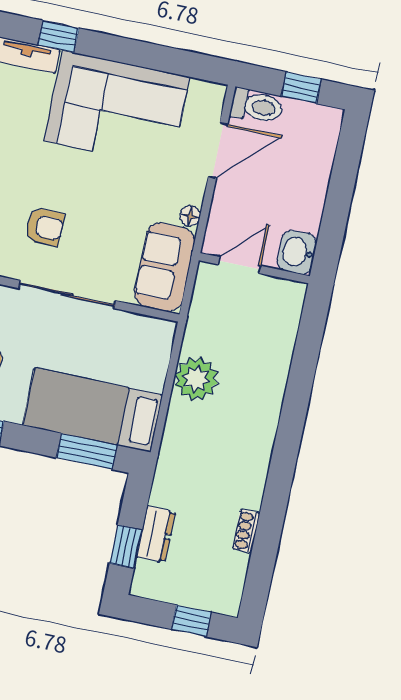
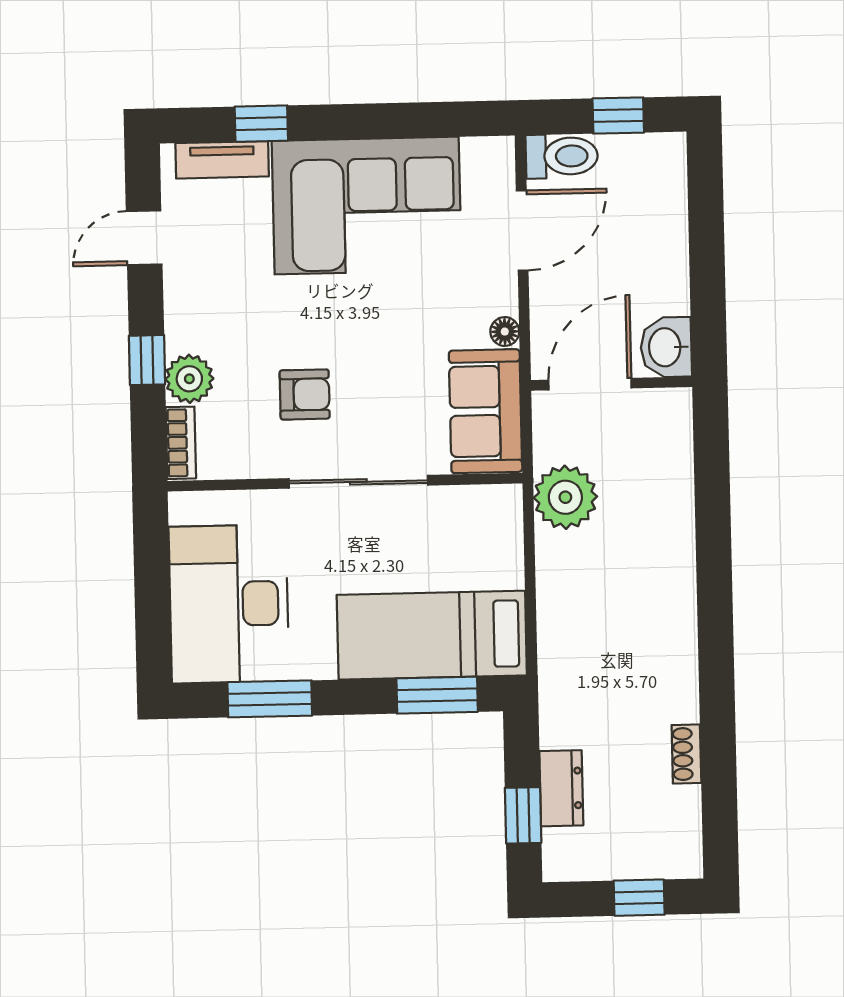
door: (240, 265) -> (590, 384), width x1.38
plant: (196, 379) -> (565, 497), moved

